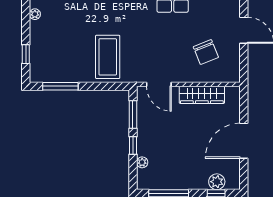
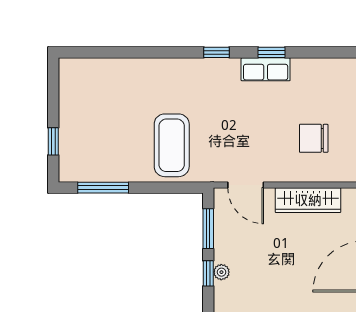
plant: (35, 14) -> (66, 83), removed
chair: (206, 52) -> (314, 138), turned 112
plant: (142, 162) -> (221, 272), moved

